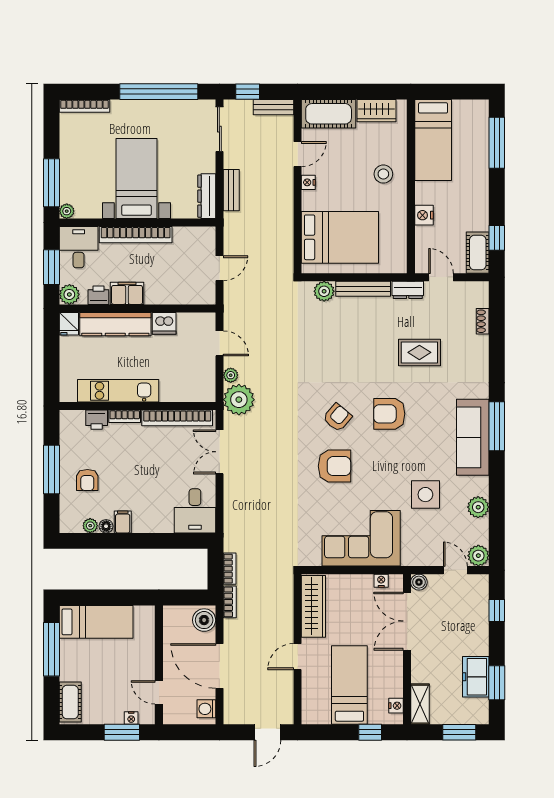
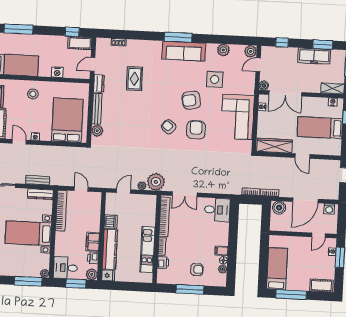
bookcase: (136, 235) -> (61, 211), moved
armchair: (389, 414) -> (191, 100), moved, turned 80
freezer: (476, 677) -> (314, 56), width x1.40

